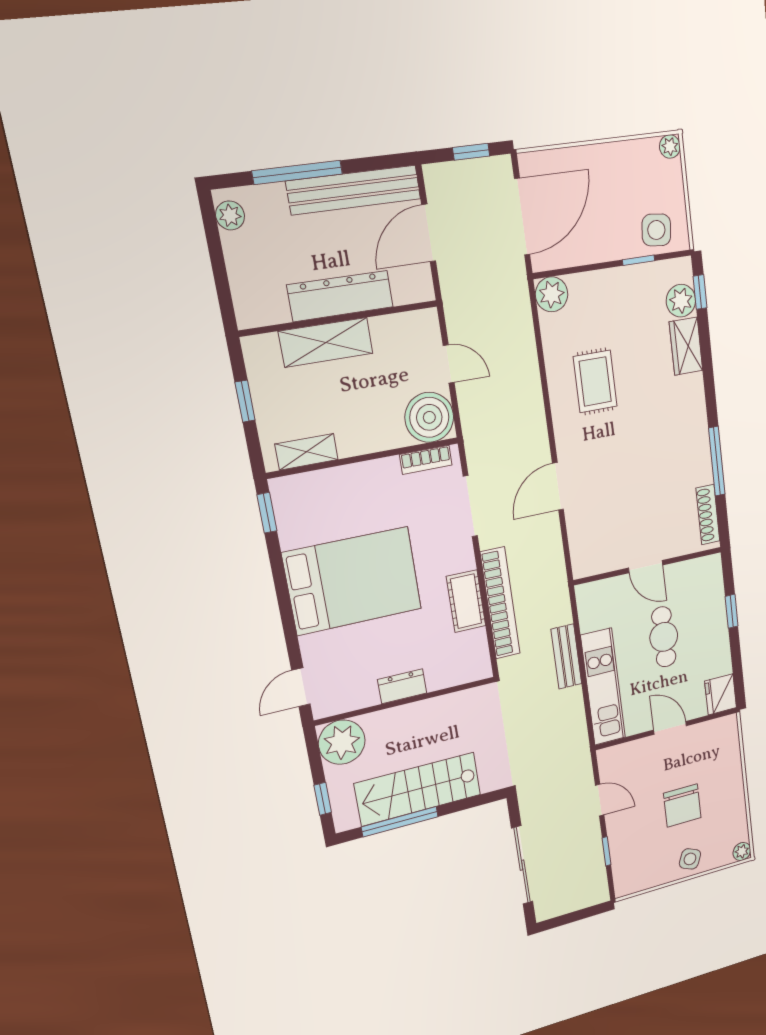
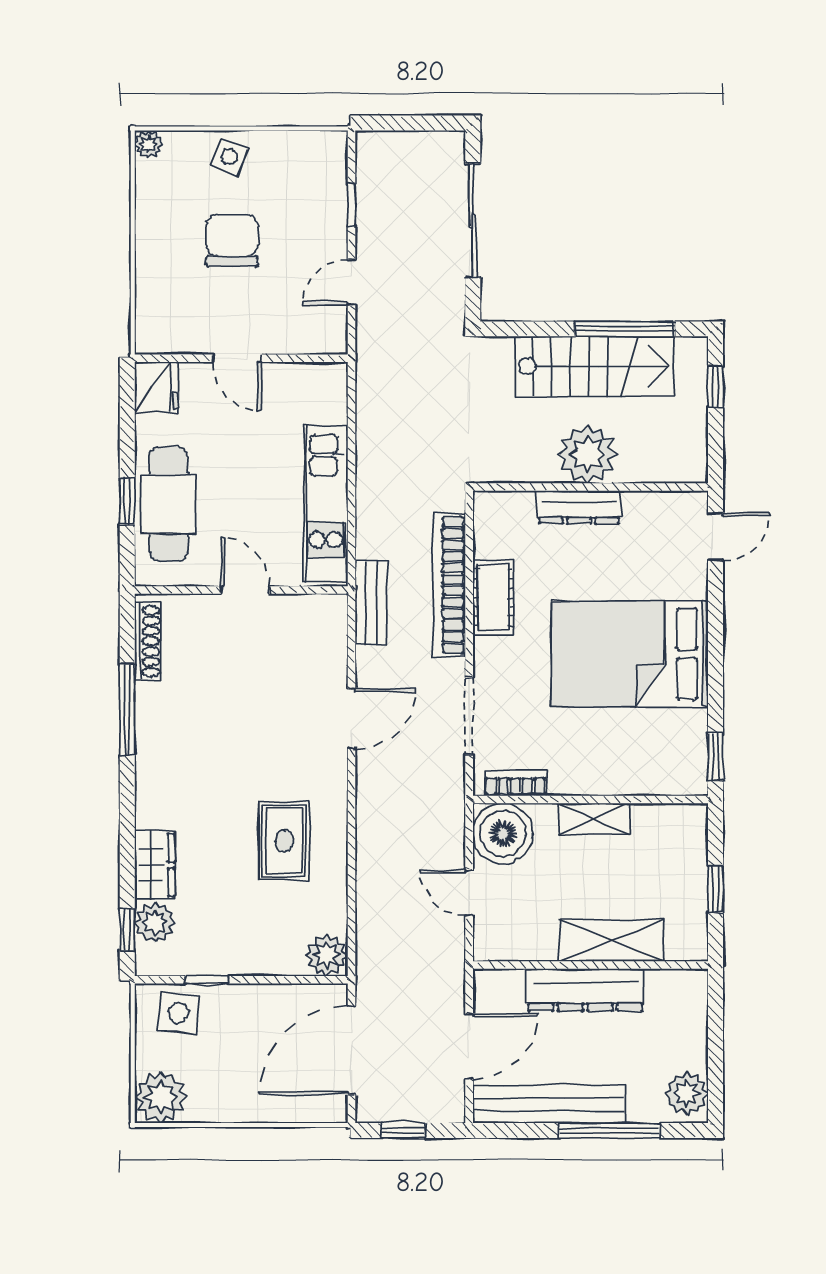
plant: (670, 146) -> (161, 1097), width x1.87, depth x1.87
plant: (230, 215) -> (687, 1094), width x1.38, depth x1.38
shelving: (307, 452) -> (594, 819), moved
cafe table: (664, 637) -> (169, 504), moved, width x1.37, depth x1.35
bench: (566, 657) -> (371, 602), moved
dresser: (402, 686) -> (579, 507), width x1.44
kitchen unit: (603, 687) -> (326, 504), moved
plant: (342, 742) -> (588, 454), moved
door: (600, 800) -> (351, 282), hinge flipped

